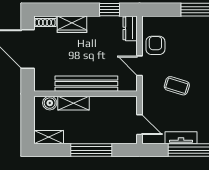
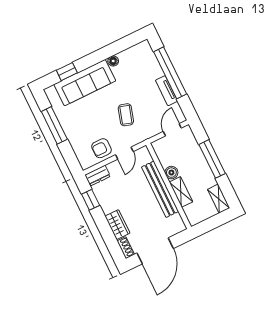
boiler: (50, 103) -> (171, 173), moved

